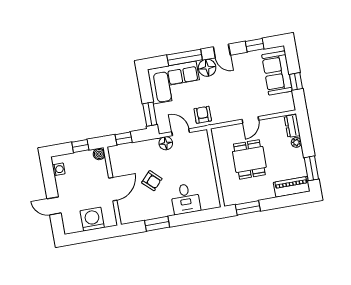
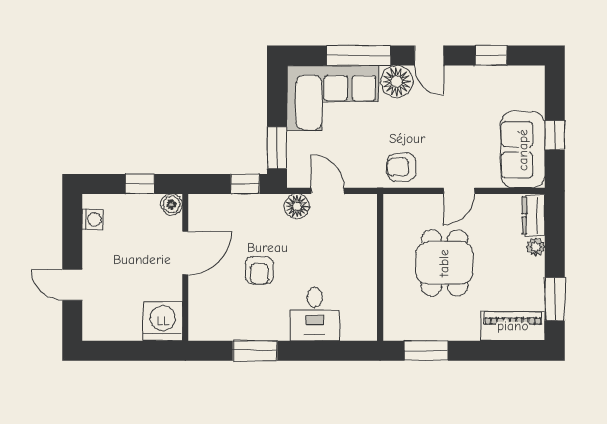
sofa: (277, 73) -> (523, 150), moved
armchair: (203, 115) -> (402, 167), moved, turned -92
window: (124, 138) -> (245, 184), moved
armchair: (152, 181) -> (259, 270), turned 47
door: (113, 189) -> (185, 253), moved
washing machine: (92, 219) -> (163, 321), moved

